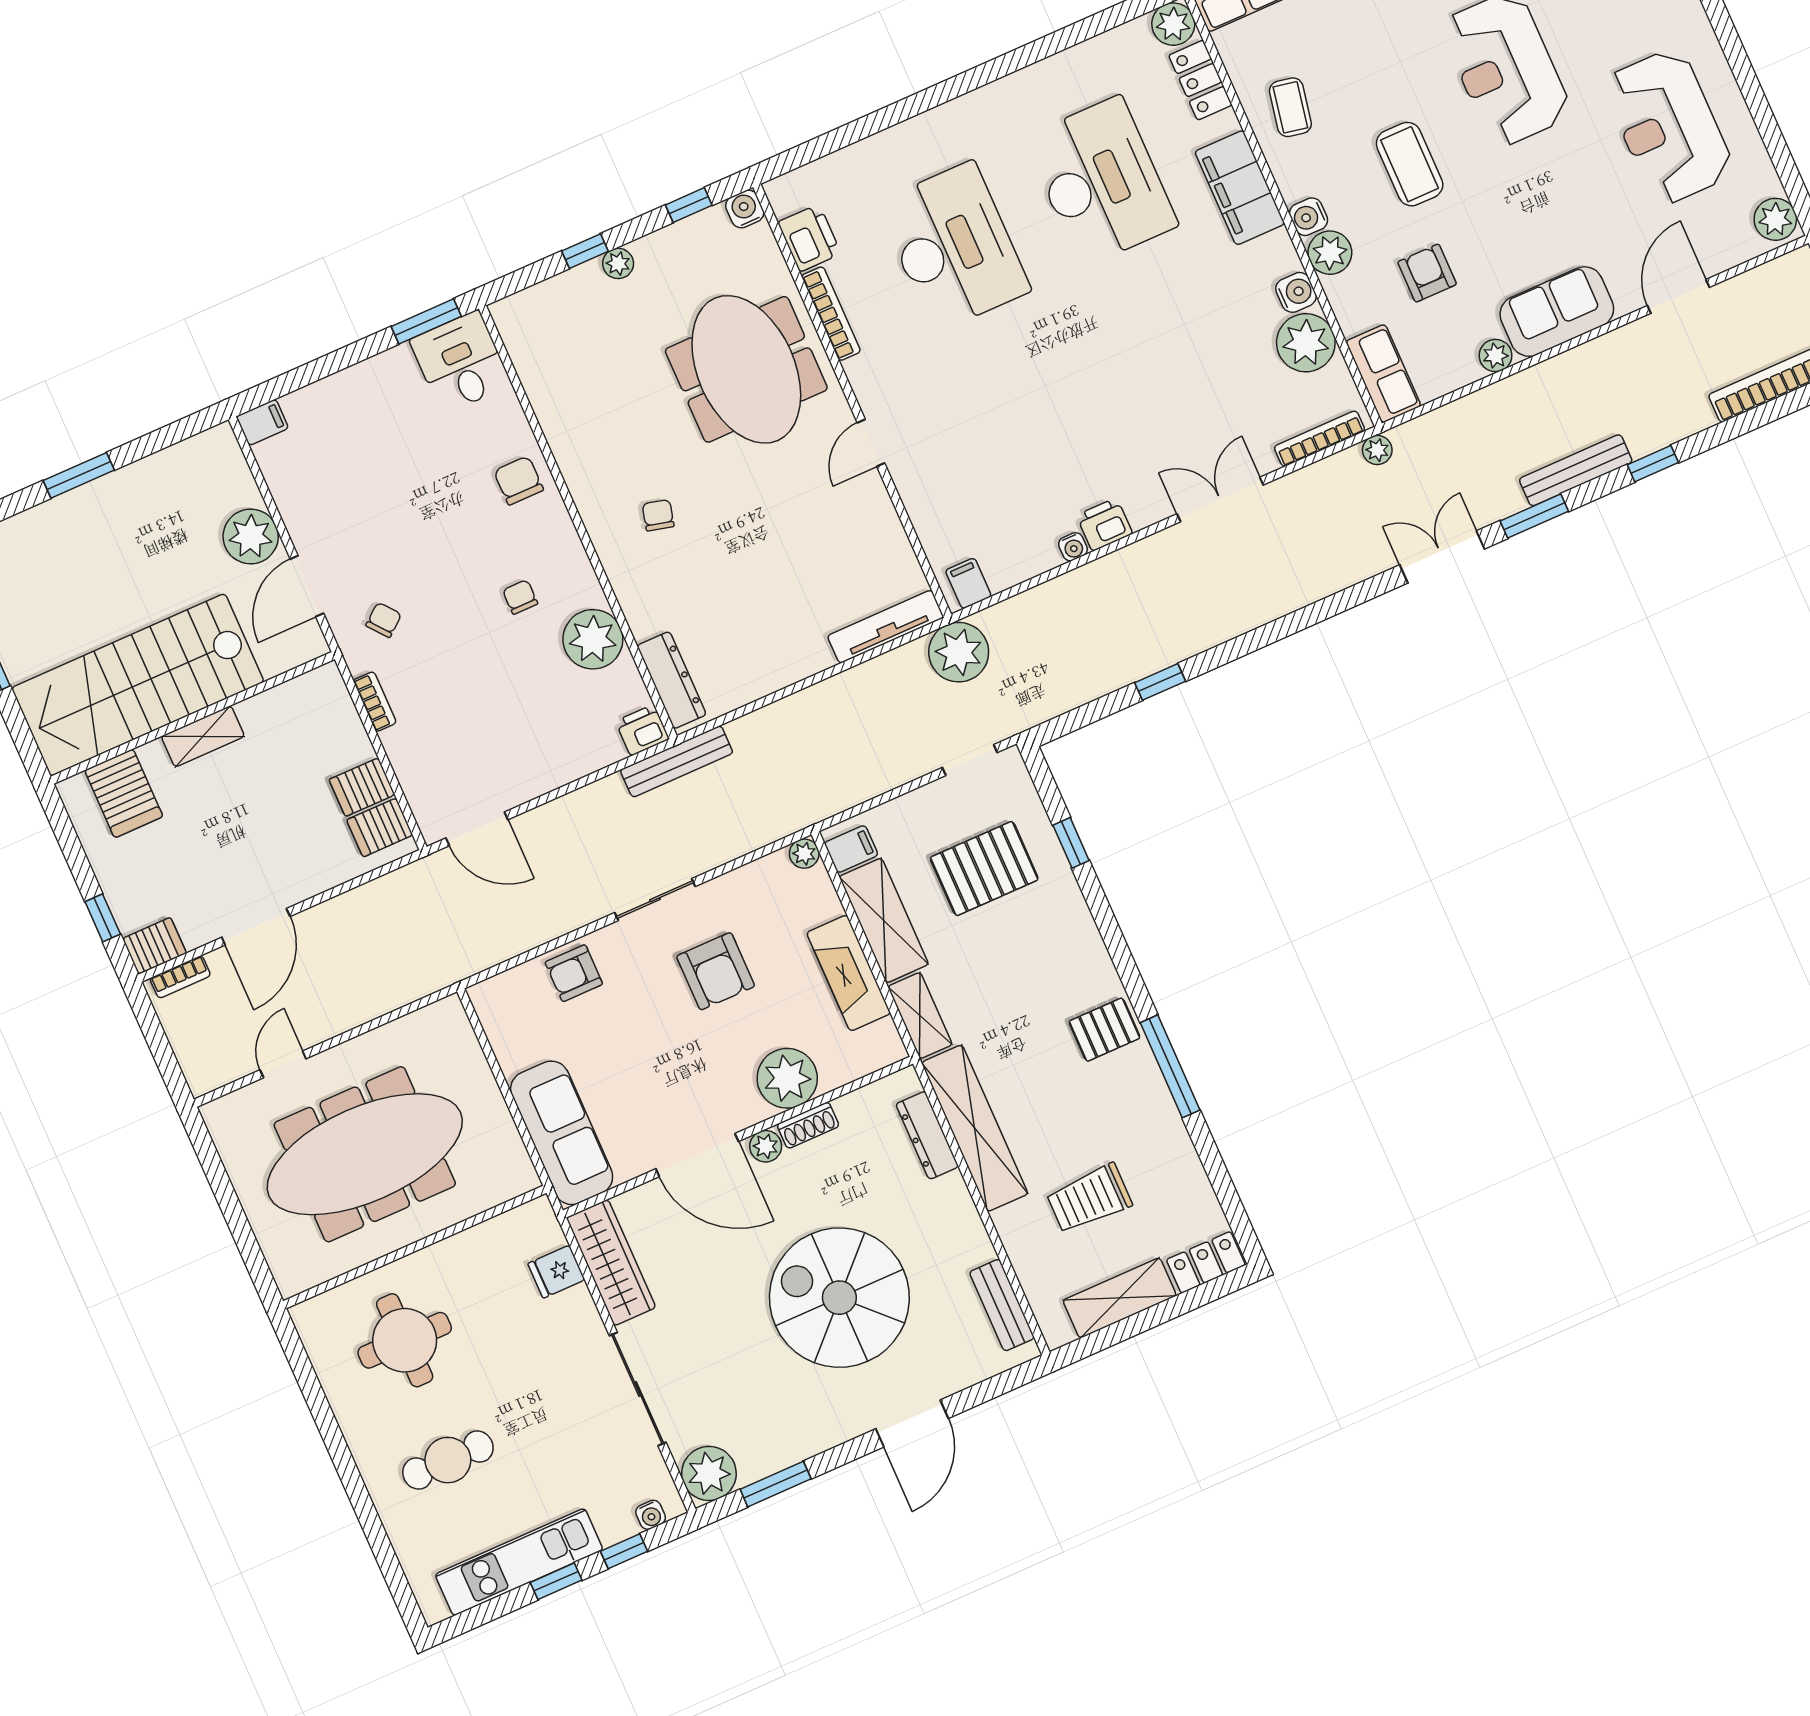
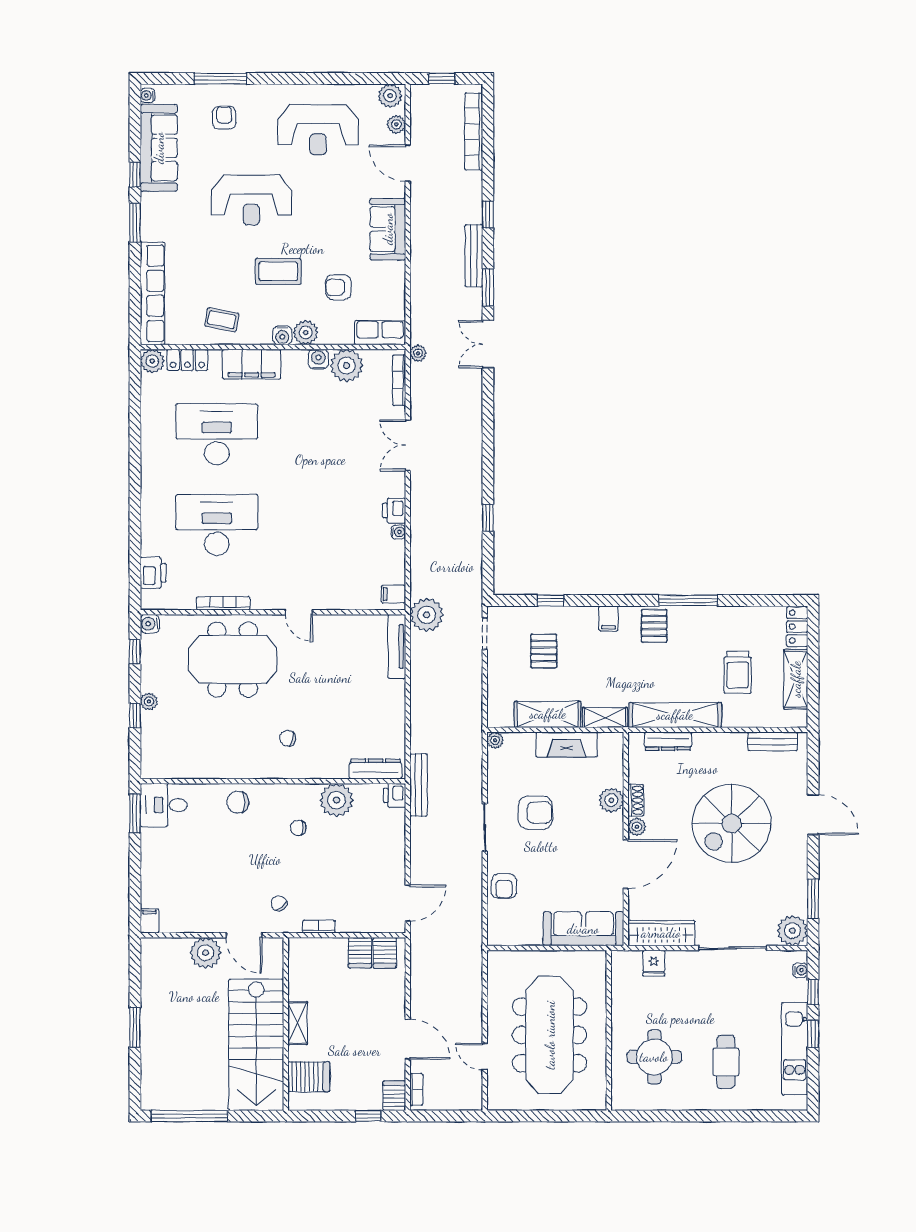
printer: (809, 238) -> (153, 573), moved, turned 90
plant: (1496, 356) -> (396, 124), moved
filing cabinet: (851, 849) -> (608, 618), moved, turned 180
pallet: (984, 869) -> (544, 651), width x0.67, depth x0.71
plant: (787, 1078) -> (611, 800), width x0.73, depth x0.73

